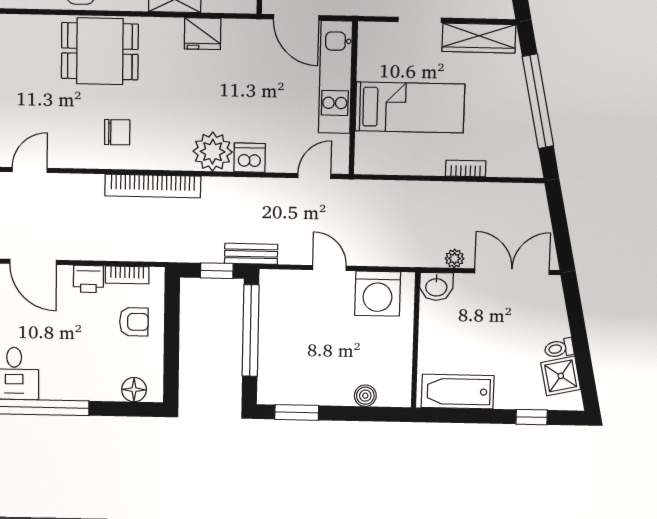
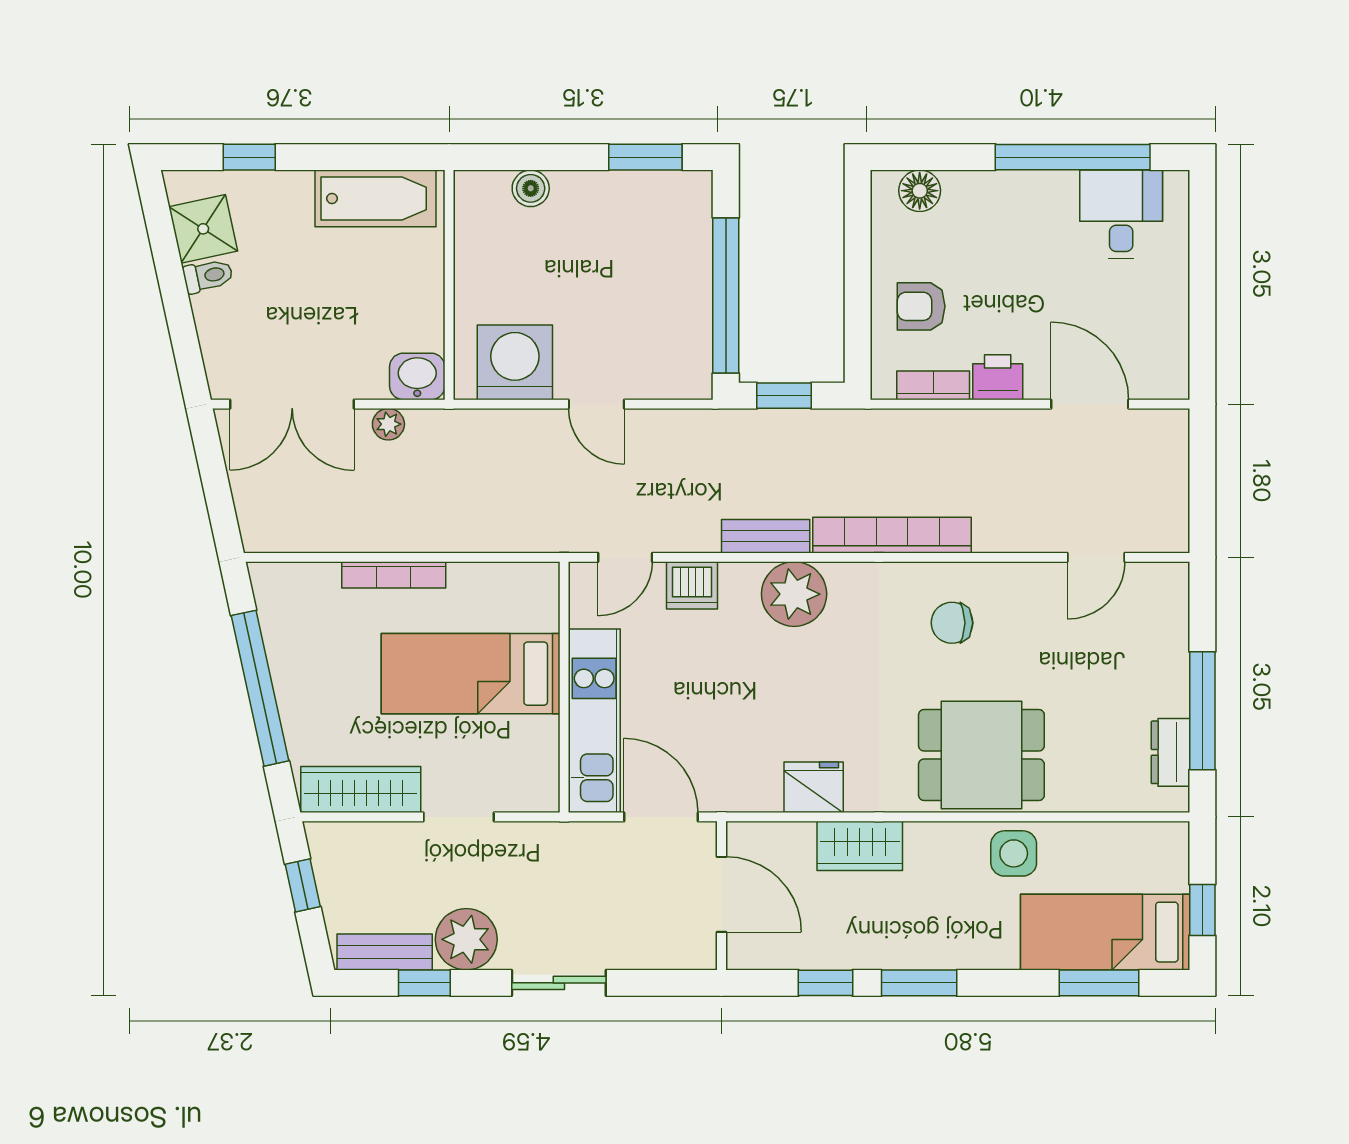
dishwasher: (250, 158) -> (692, 585), moved
bookcase: (466, 168) -> (394, 575), width x1.56
bench: (251, 254) -> (766, 536), moved

